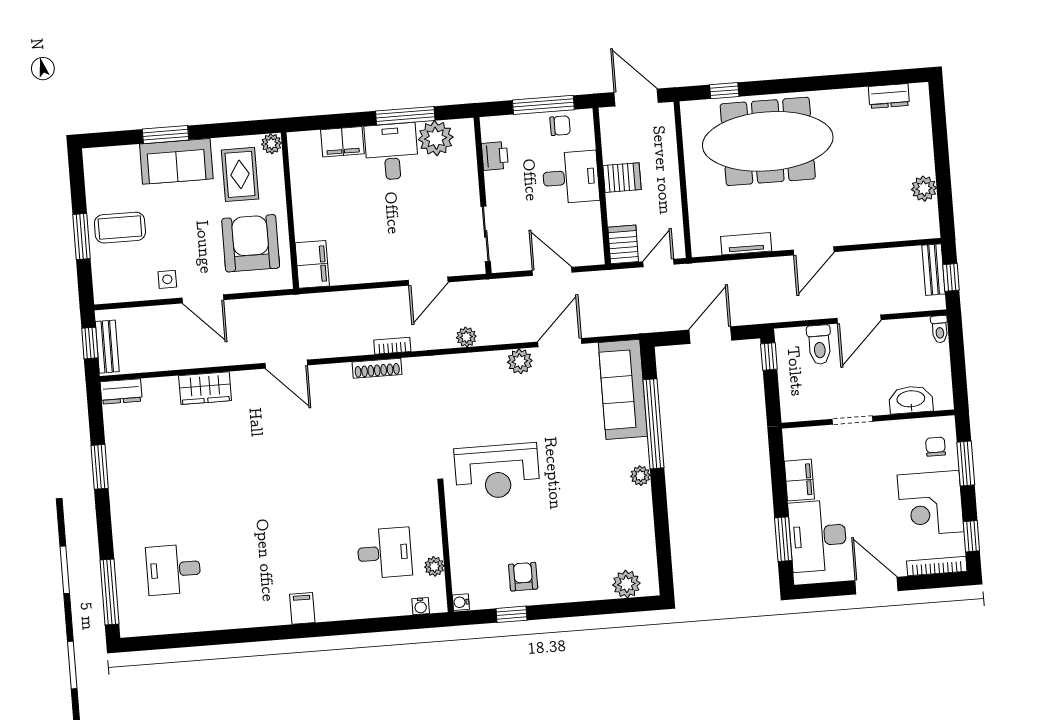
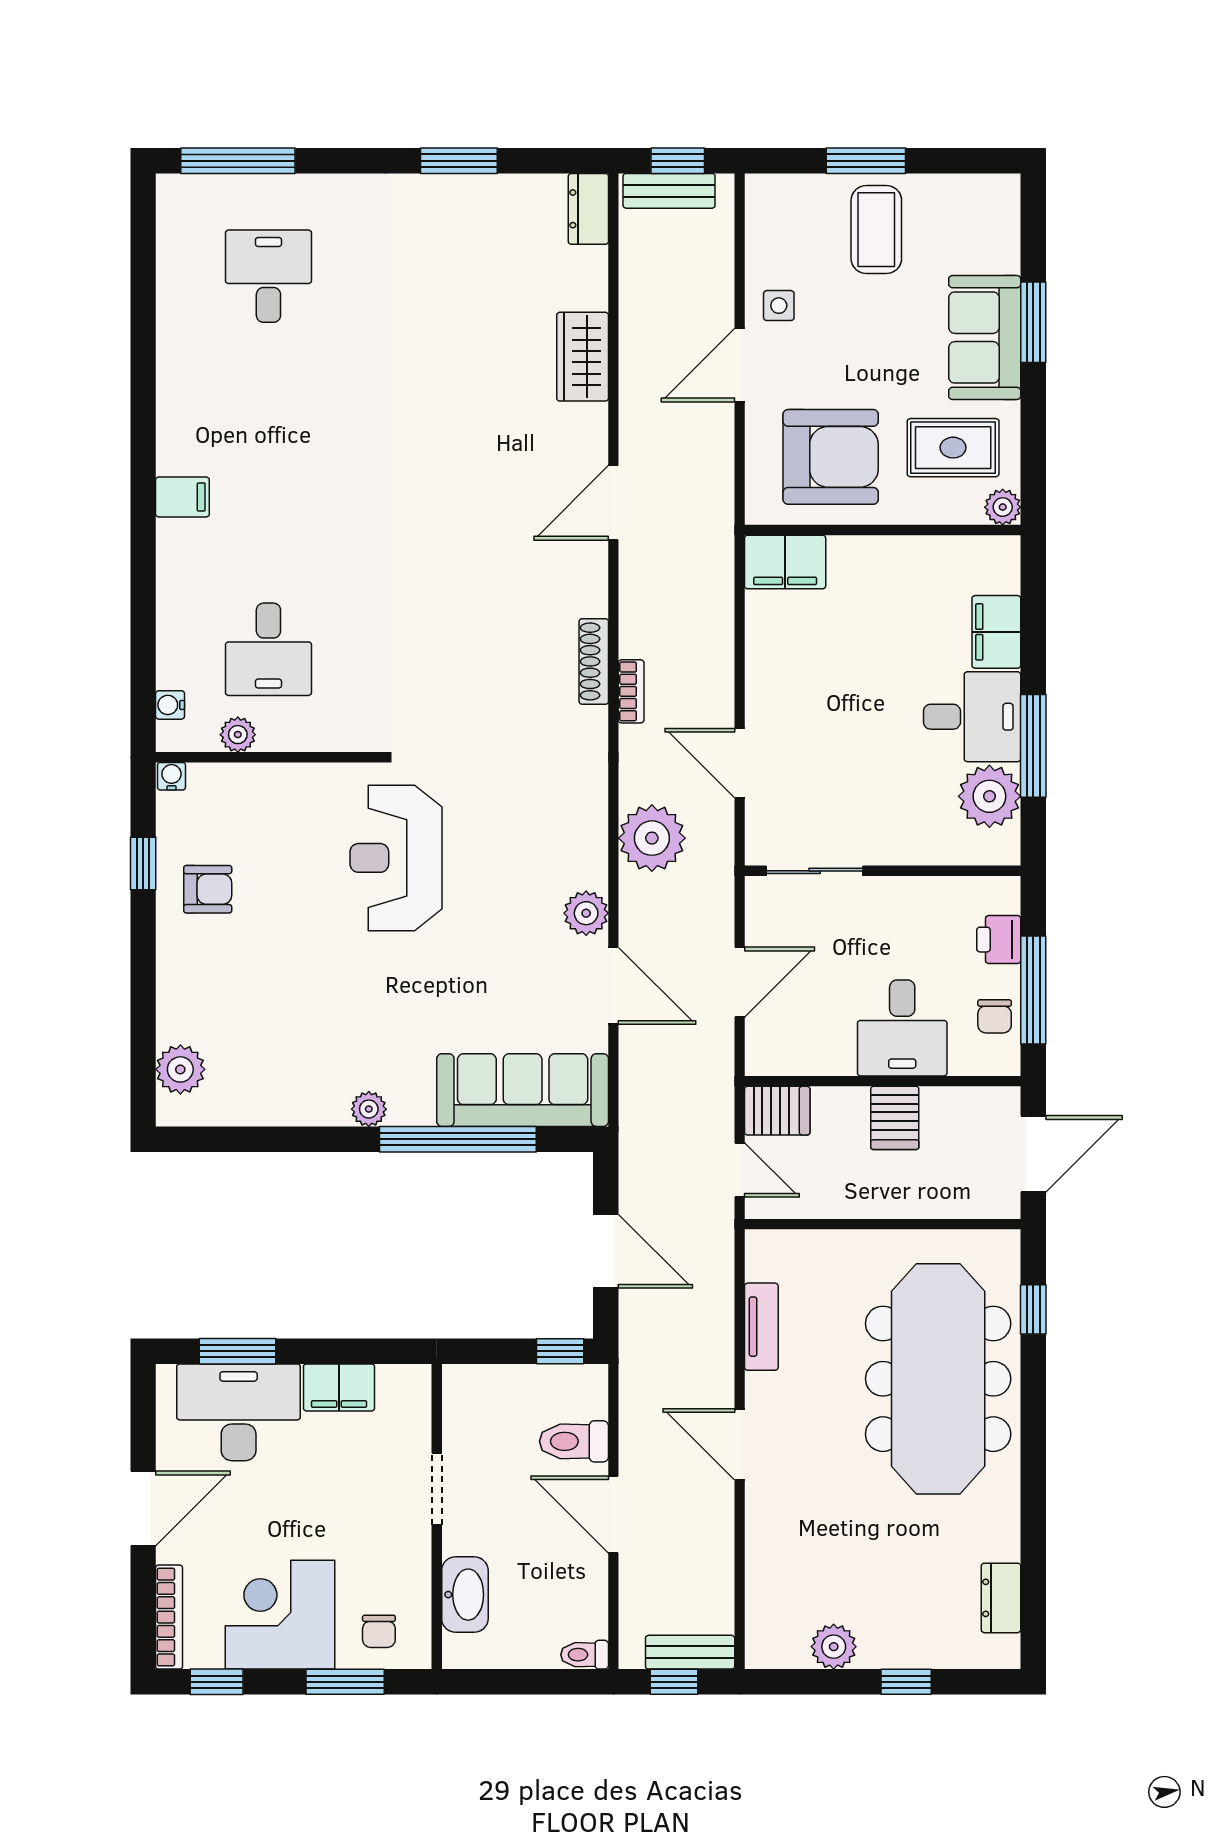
window: (941, 146) -> (906, 1682), added
printer: (495, 156) -> (999, 940), moved, turned 90
plant: (466, 337) -> (652, 838), width x1.87, depth x1.87
chair: (936, 447) -> (379, 1631), turned 90

